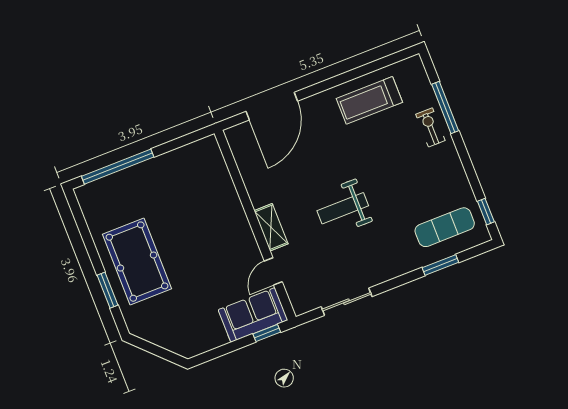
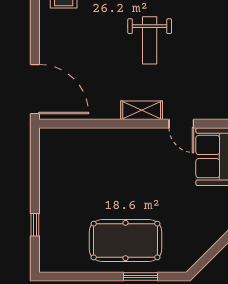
door: (272, 106) -> (35, 89), moved
window: (118, 167) -> (35, 225), width x0.32

